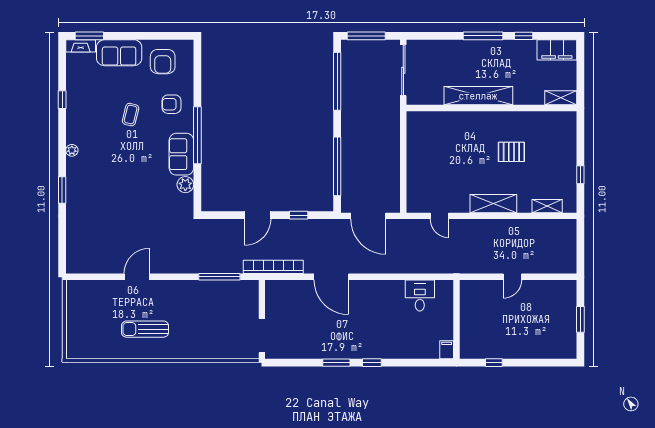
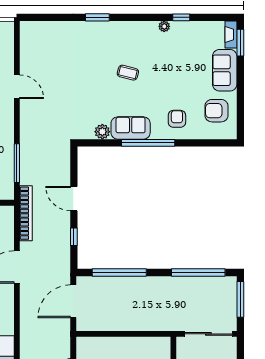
coffee table: (131, 115) -> (128, 73), moved
plant: (72, 150) -> (164, 26), moved

